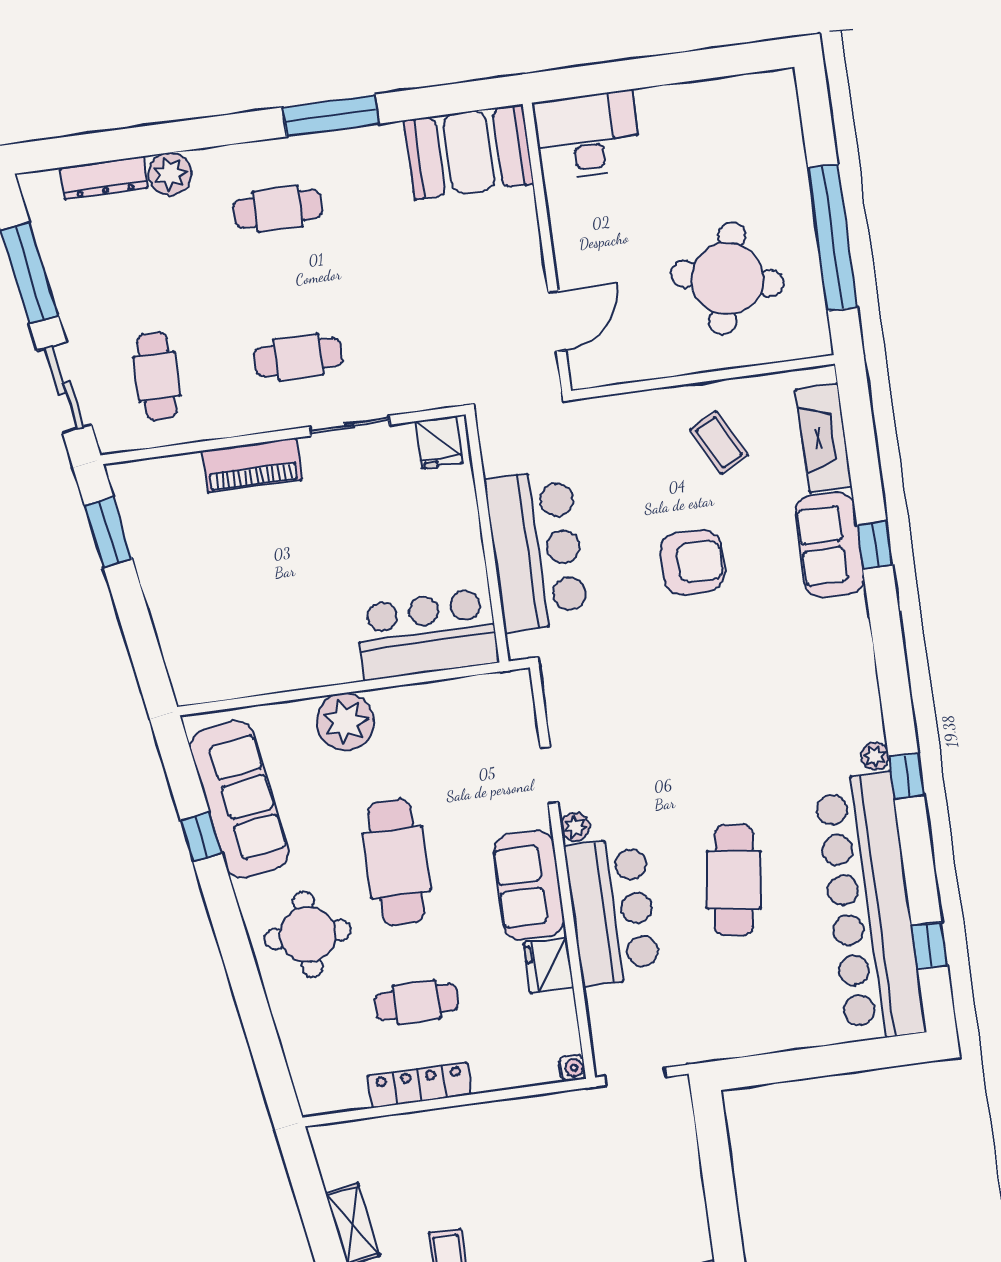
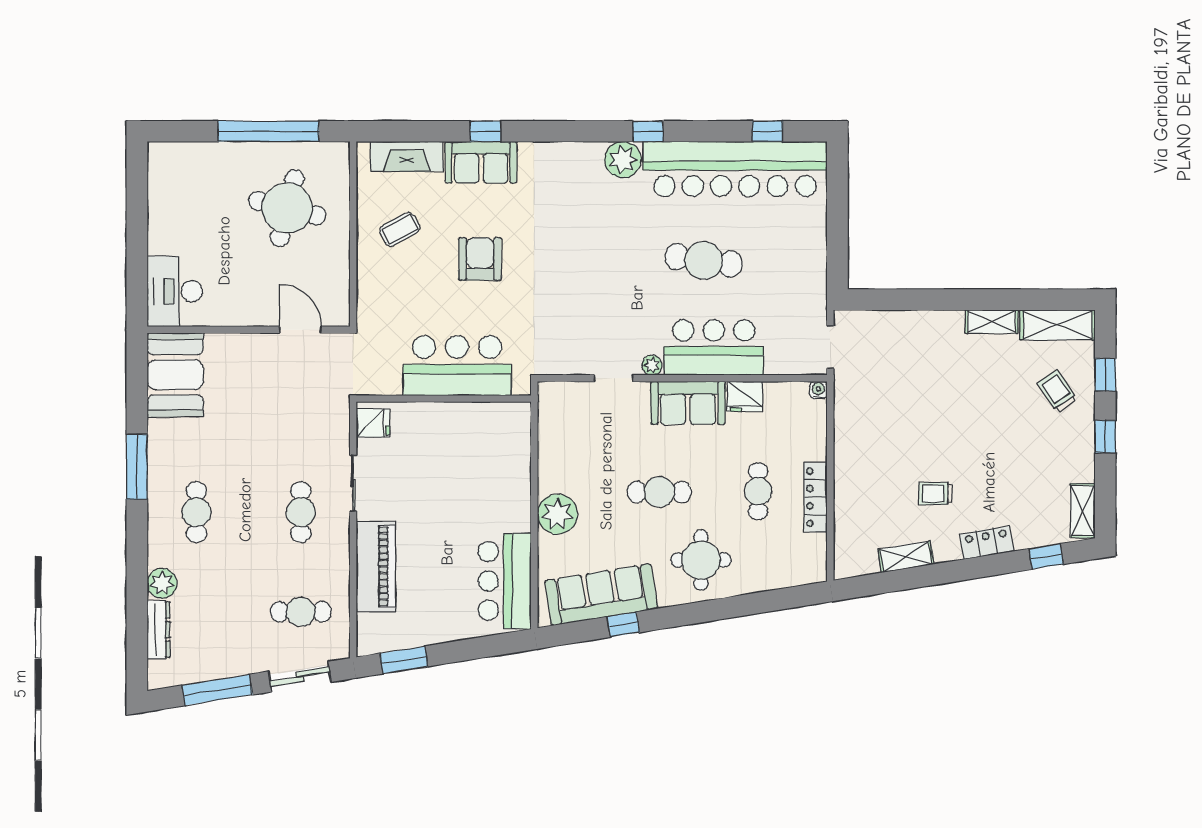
piano: (252, 465) -> (376, 566), width x1.37, depth x1.33
bar counter: (427, 634) -> (505, 581), moved
plant: (875, 756) -> (623, 160), width x1.88, depth x1.88
cafe table: (396, 862) -> (659, 492), width x0.73, depth x0.74

